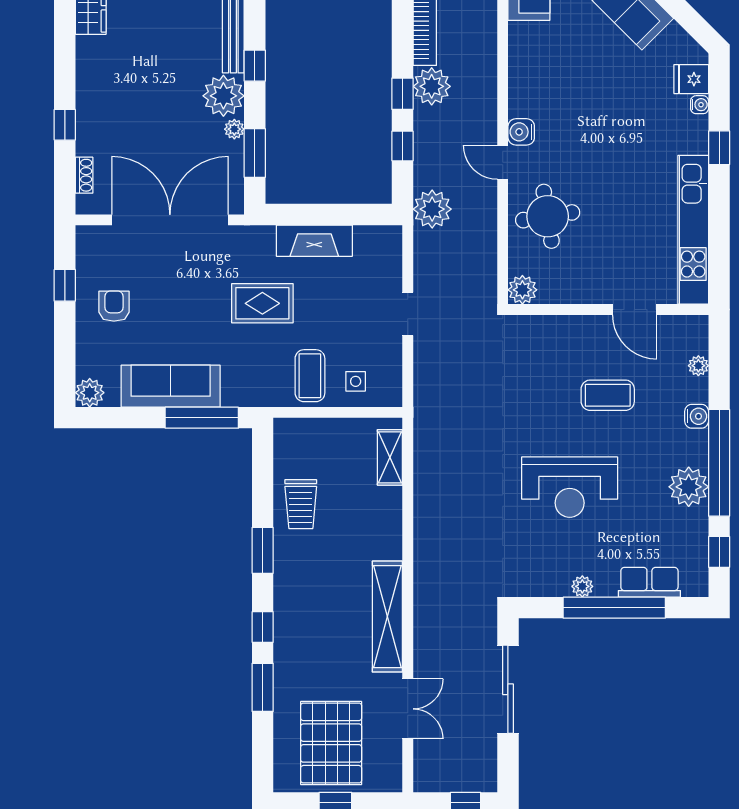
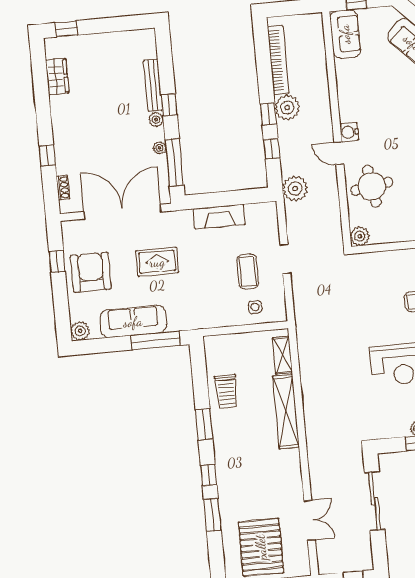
plant: (223, 96) -> (156, 119), width x0.53, depth x0.53
window: (255, 153) -> (174, 162), width x1.44
rug: (262, 303) -> (157, 262), moved
armchair: (114, 306) -> (91, 272), width x1.88, depth x1.88
coffee table: (310, 376) -> (248, 271), moved
shelving: (387, 617) -> (286, 412), moved

